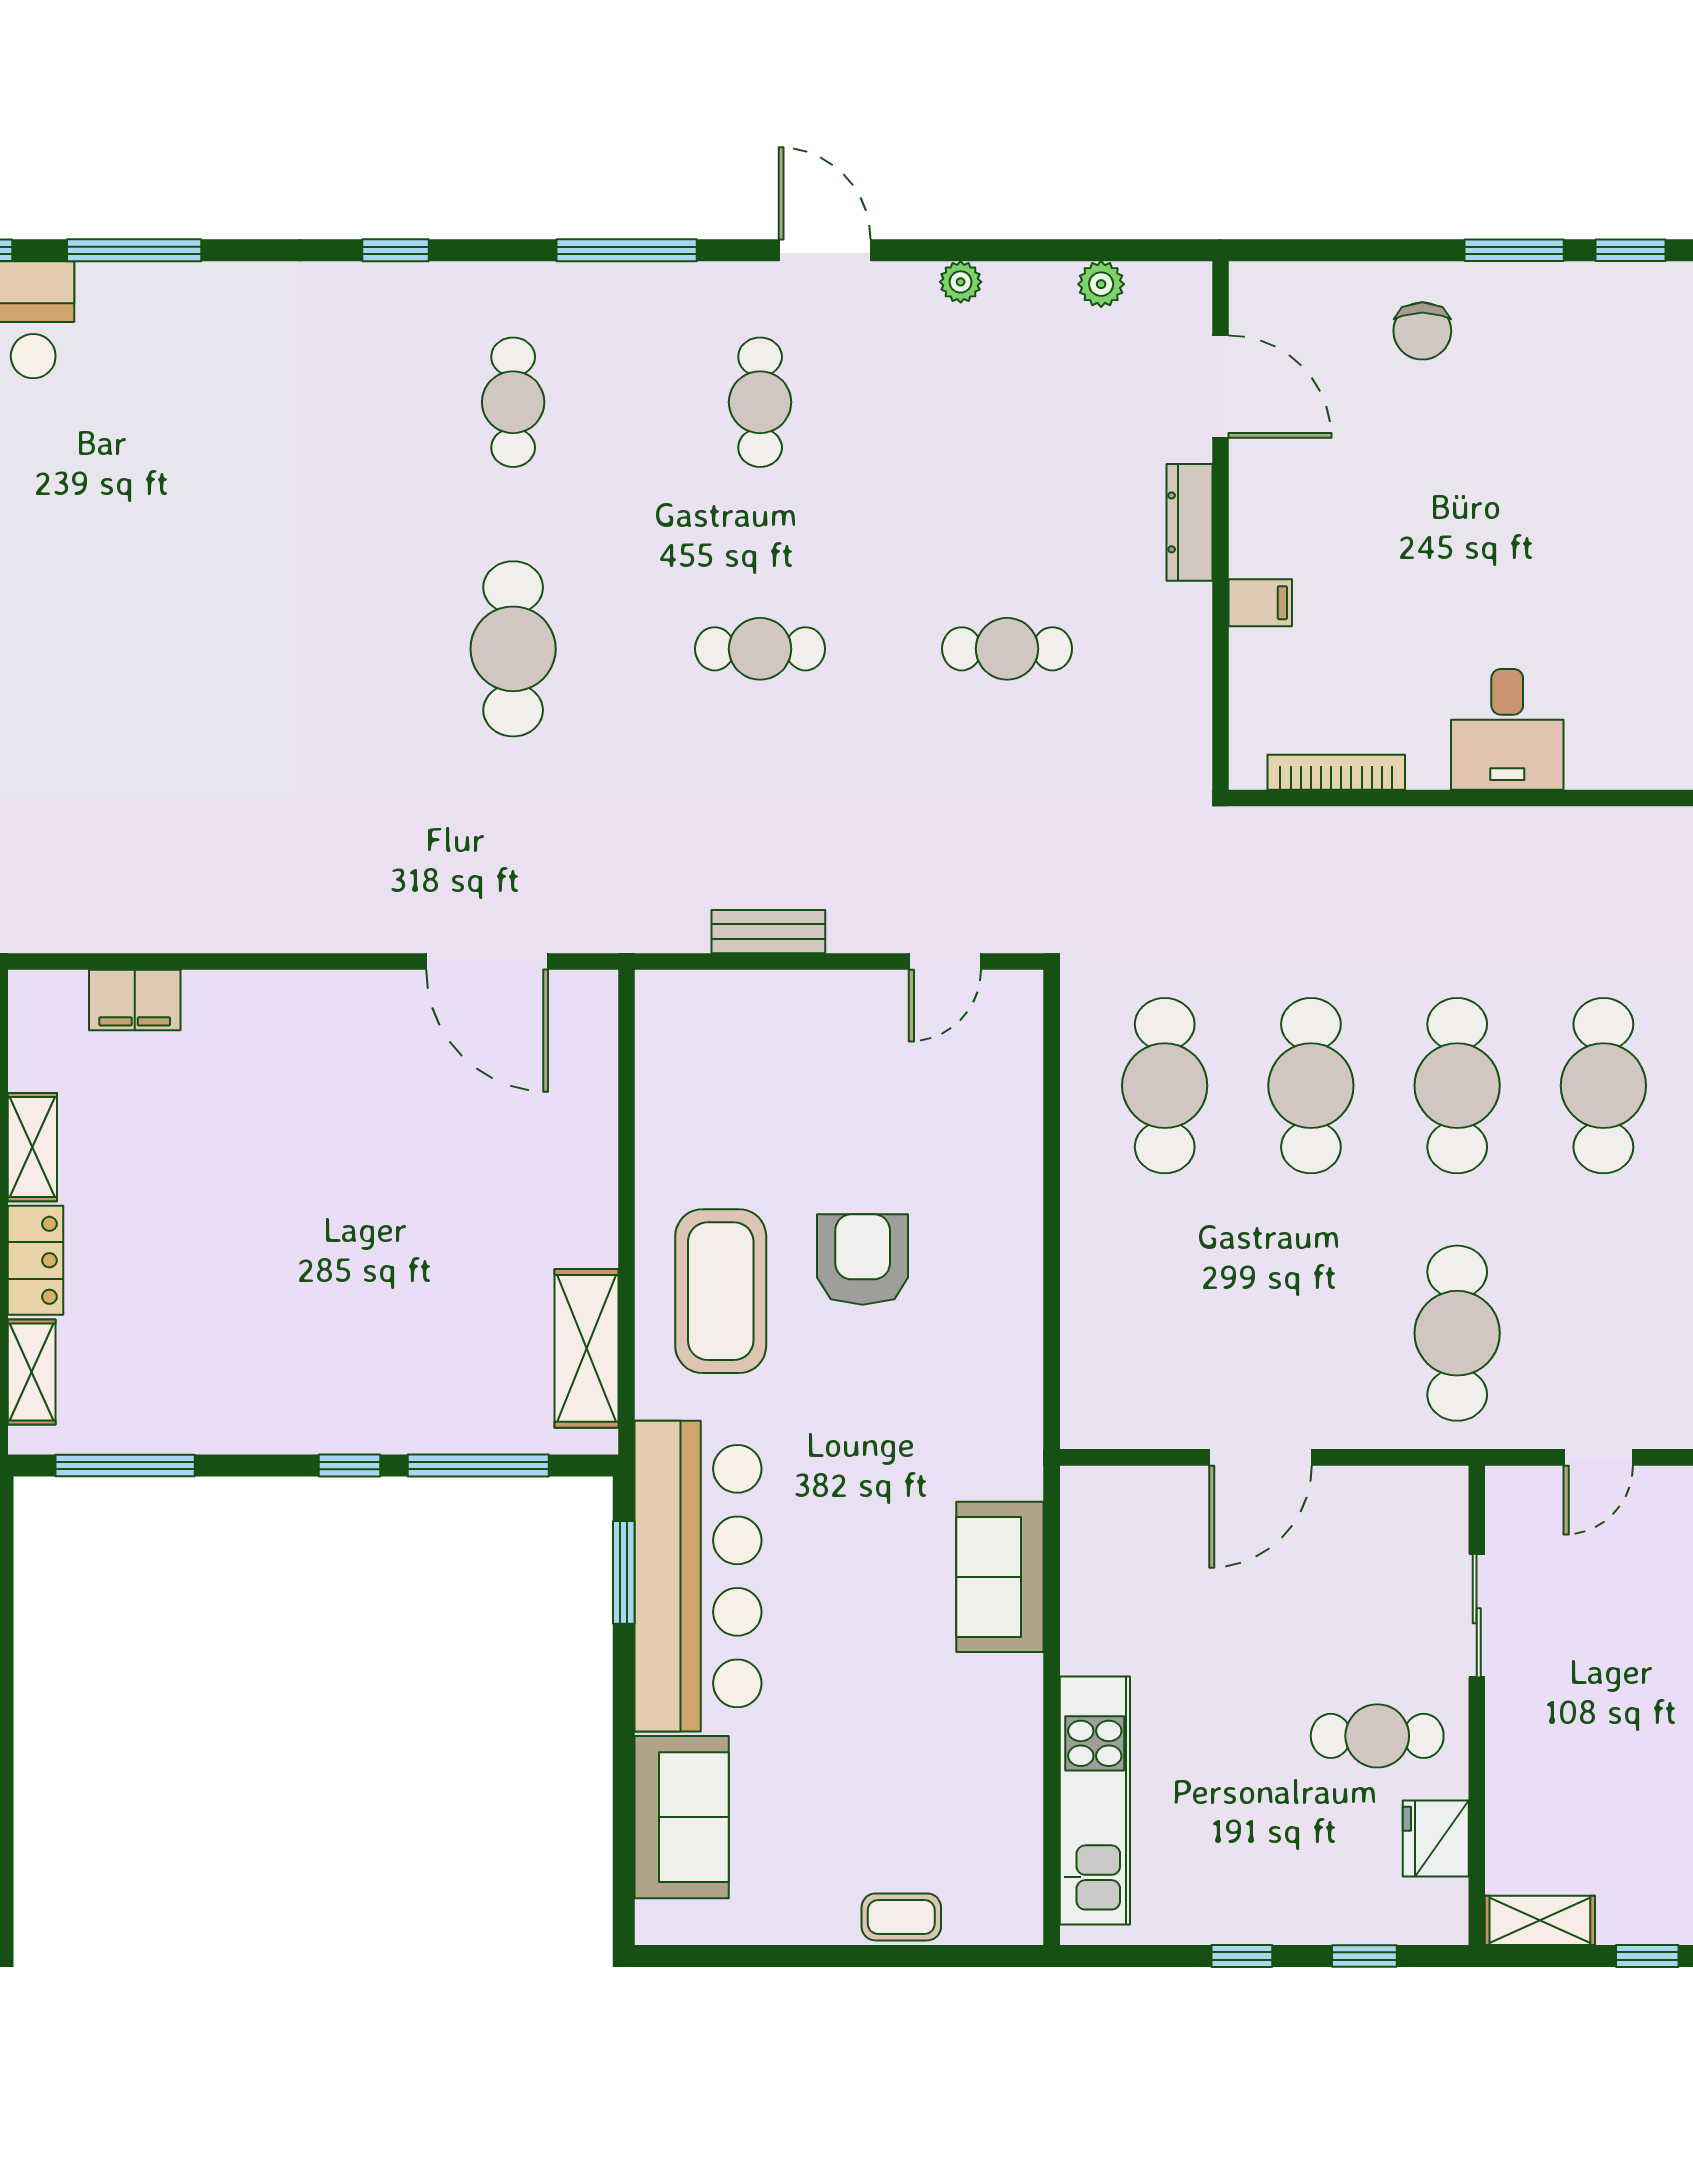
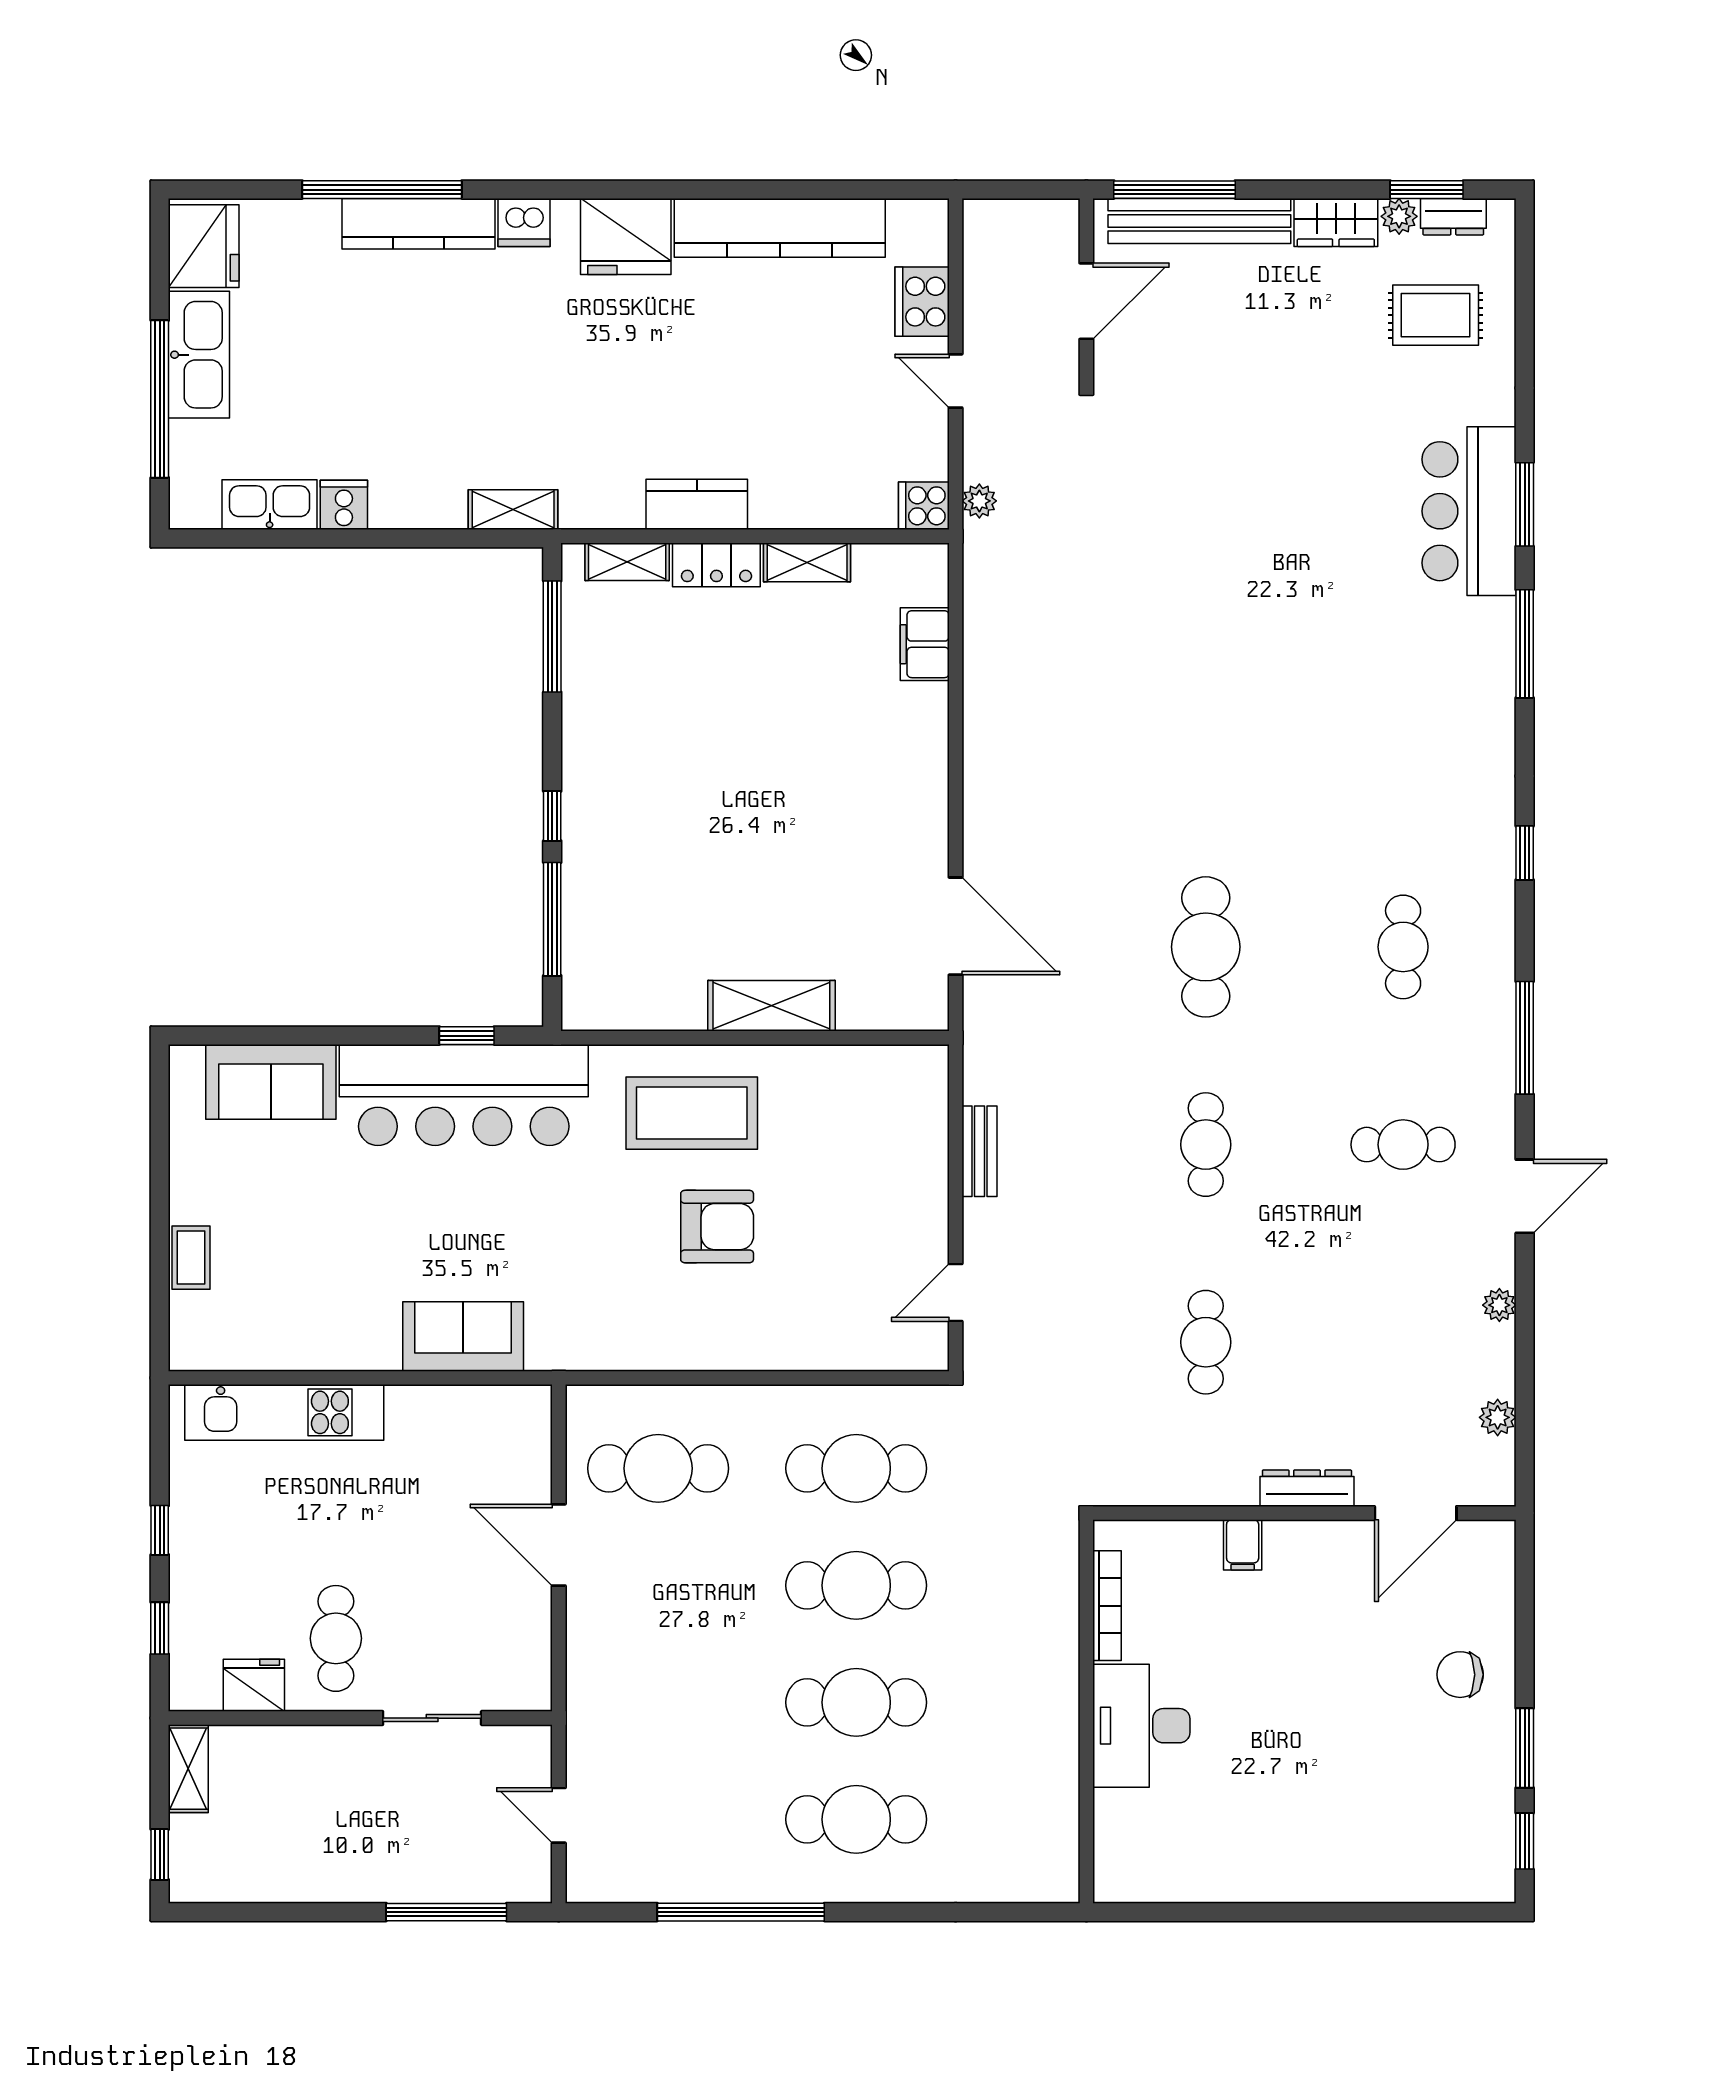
cafe table: (513, 402) -> (1403, 947), turned 90
cafe table: (513, 649) -> (1206, 947), turned 90
desk: (1507, 729) -> (1141, 1726), width x1.37
door: (487, 961) -> (956, 926), swing flipped
door: (945, 961) -> (956, 1292), hinge flipped
cafe table: (1457, 1333) -> (658, 1468), moved
shelving: (587, 1348) -> (771, 1006), moved
window: (624, 1572) -> (467, 1036), width x0.67

